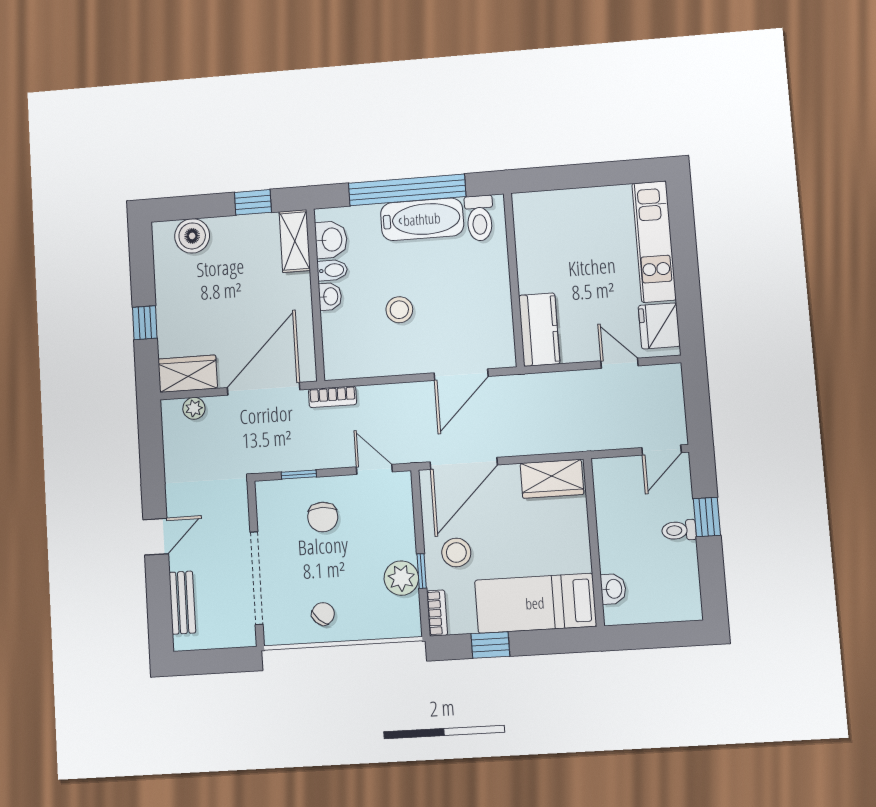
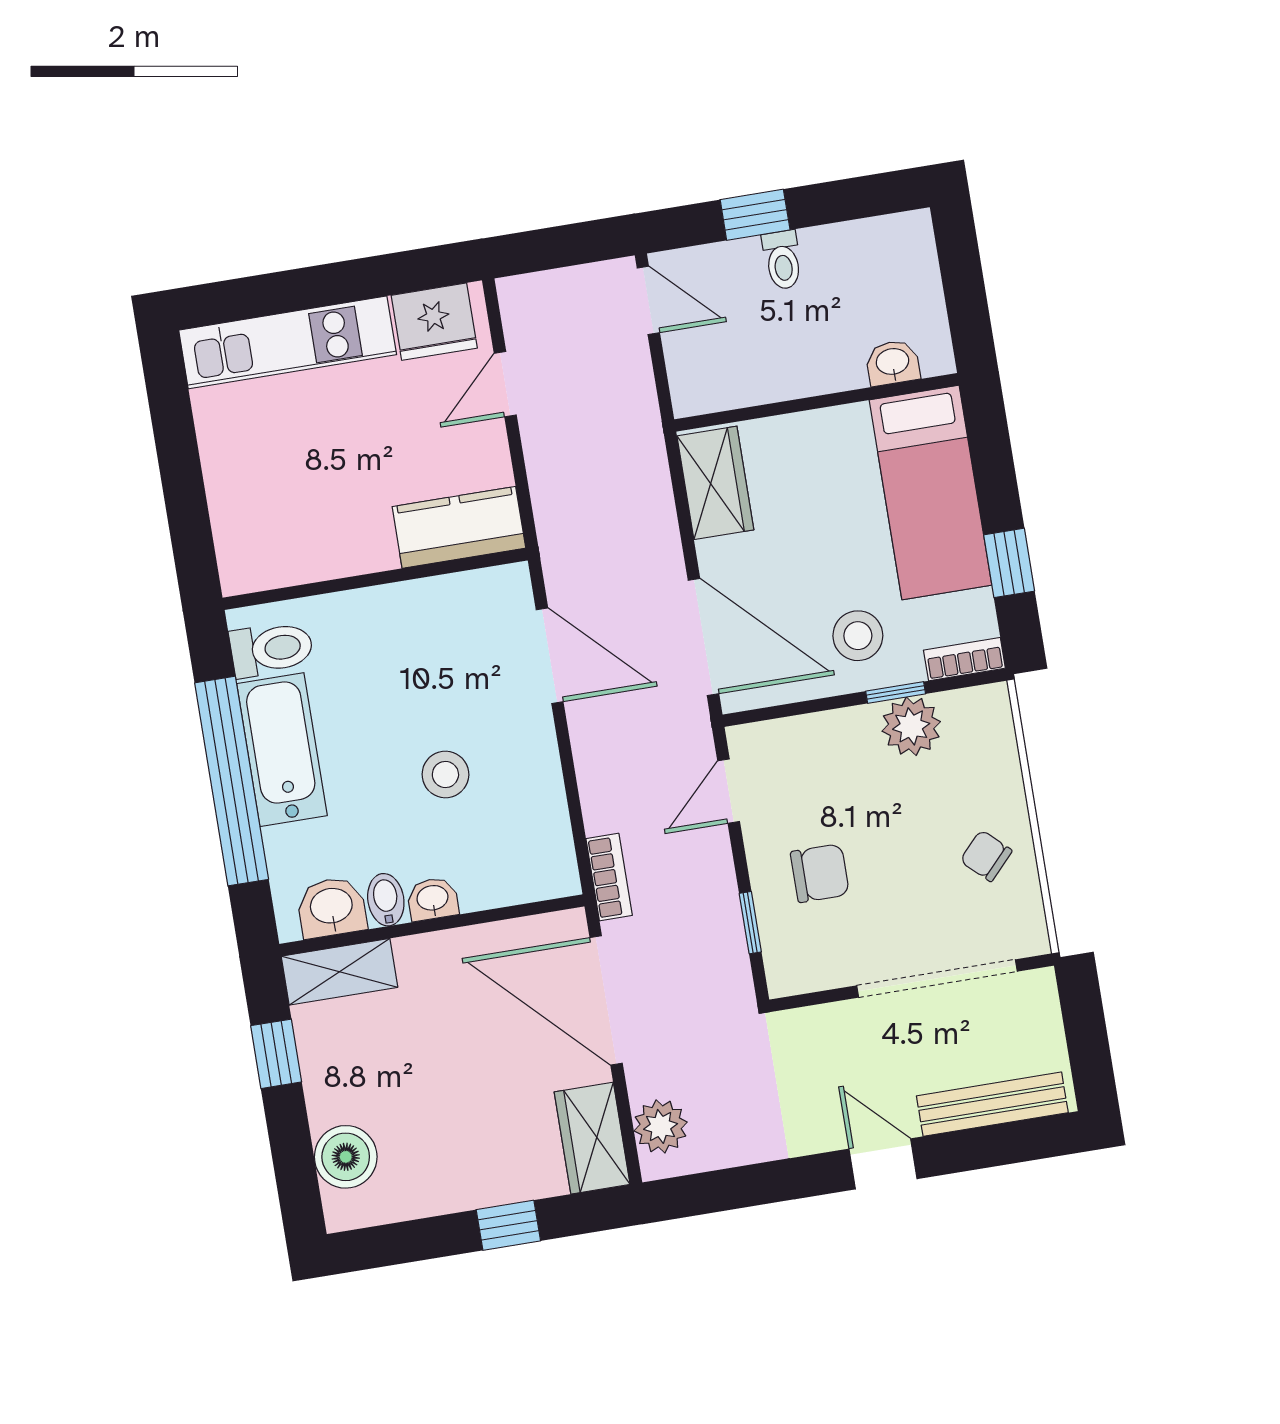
plant: (194, 408) -> (661, 1126), width x1.38, depth x1.38
bench: (182, 603) -> (992, 1104), width x1.36

